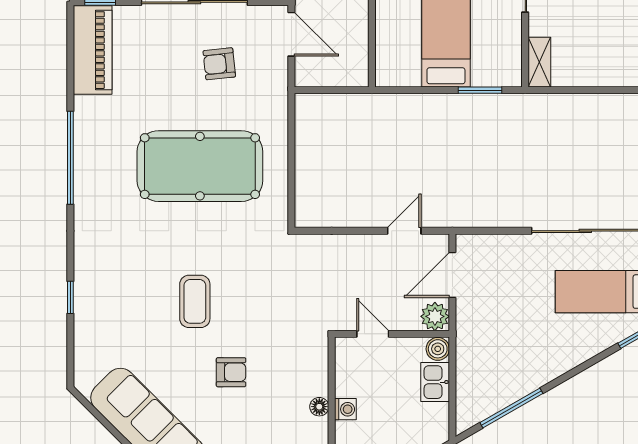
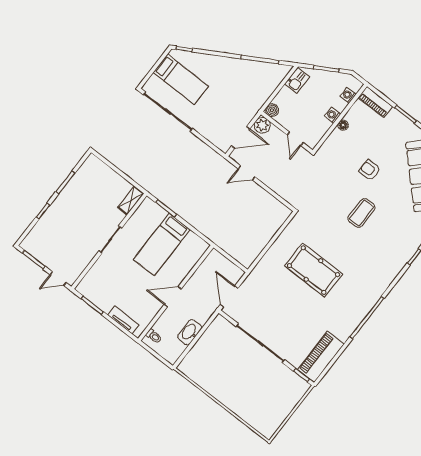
armchair: (219, 64) -> (270, 308), removed
pool table: (200, 166) -> (313, 270), width x0.73, depth x0.76
kitchen sink: (435, 382) -> (297, 80), moved

